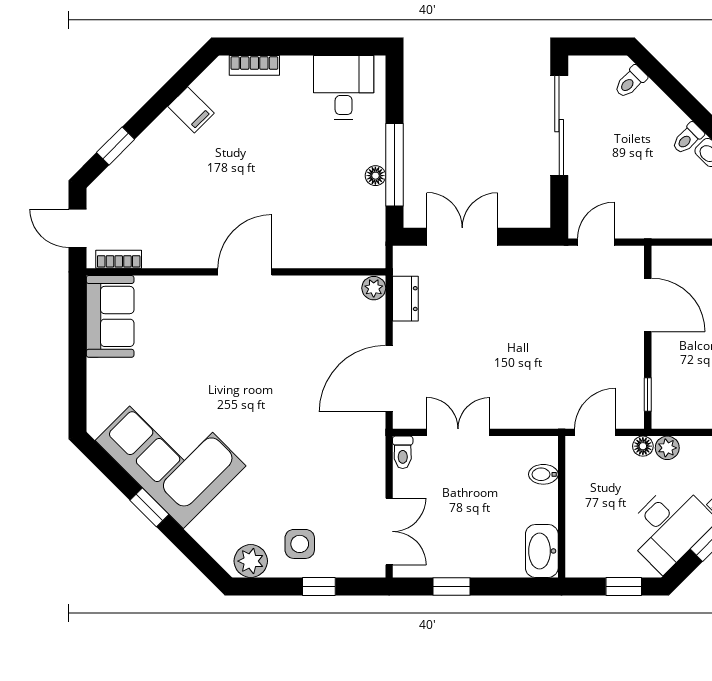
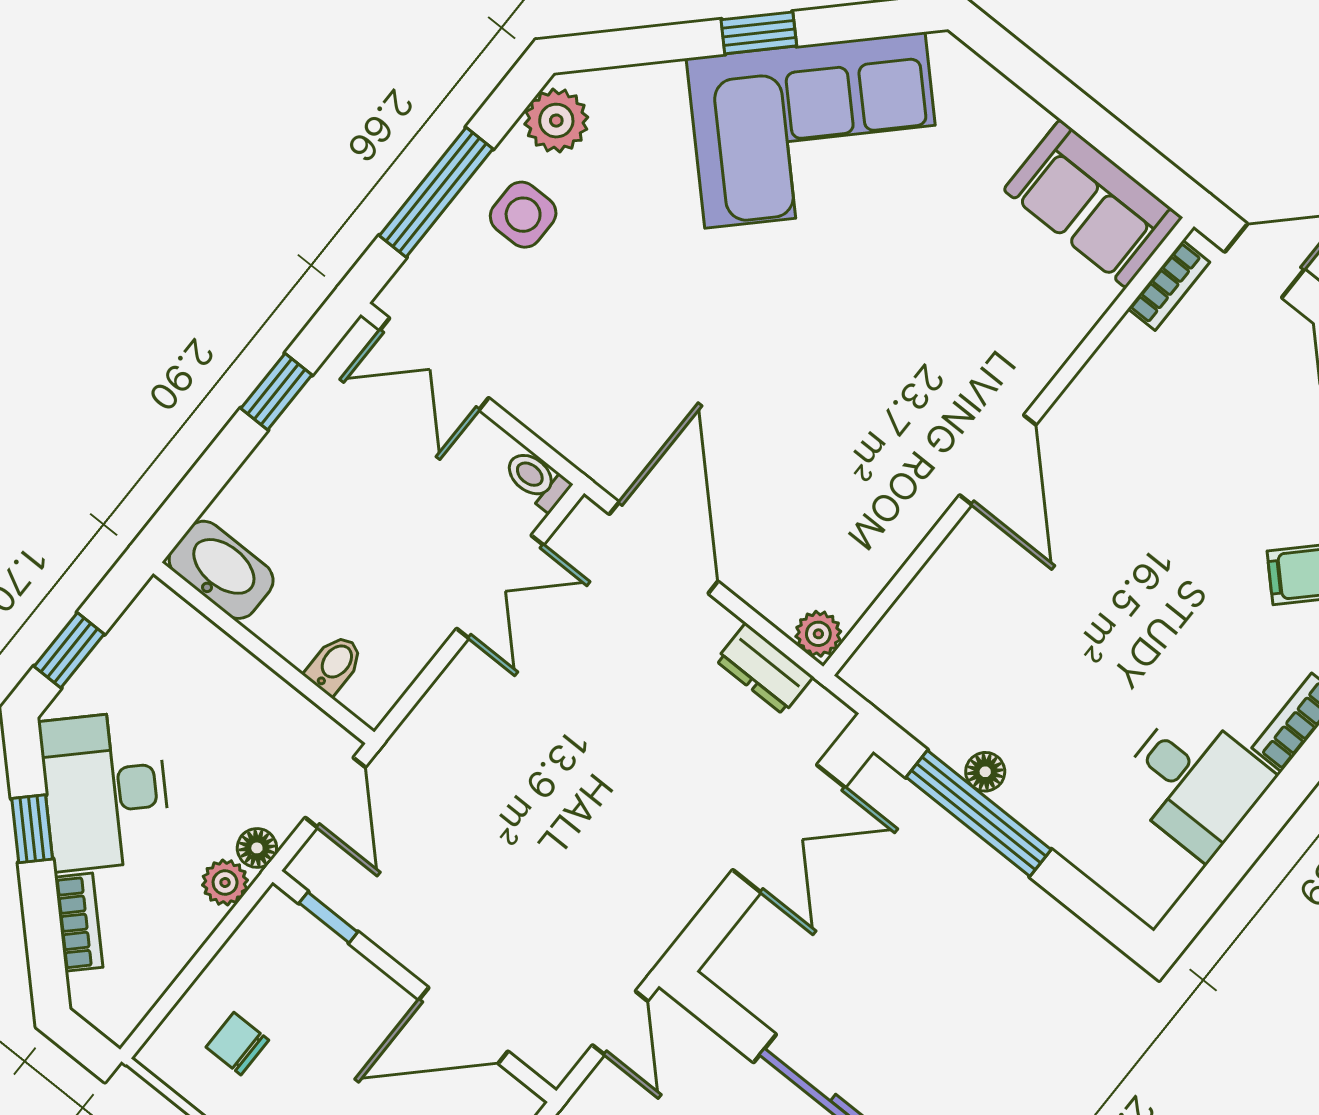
desk: (344, 88) -> (1194, 782), moved
window: (319, 586) -> (436, 192), width x2.17

